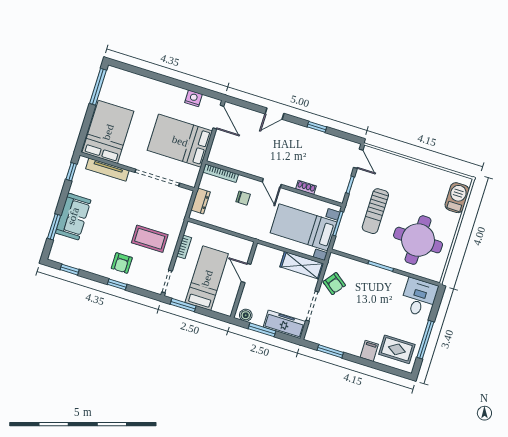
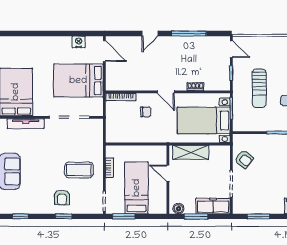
window: (317, 127) -> (189, 33), width x2.17
dresser: (201, 201) -> (111, 125), removed
shelving: (302, 265) -> (191, 152), moved

